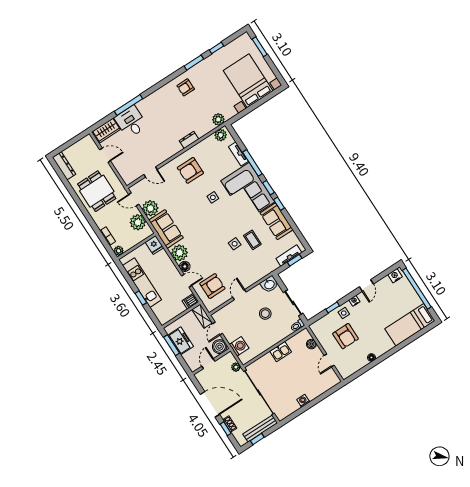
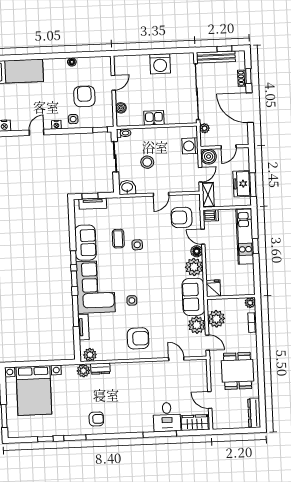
dresser: (189, 140) -> (100, 369), moved
kitchen unit: (142, 283) -> (245, 237), moved
window: (333, 307) -> (100, 130), moved
washing machine: (303, 401) -> (160, 64), width x1.89, depth x1.89

